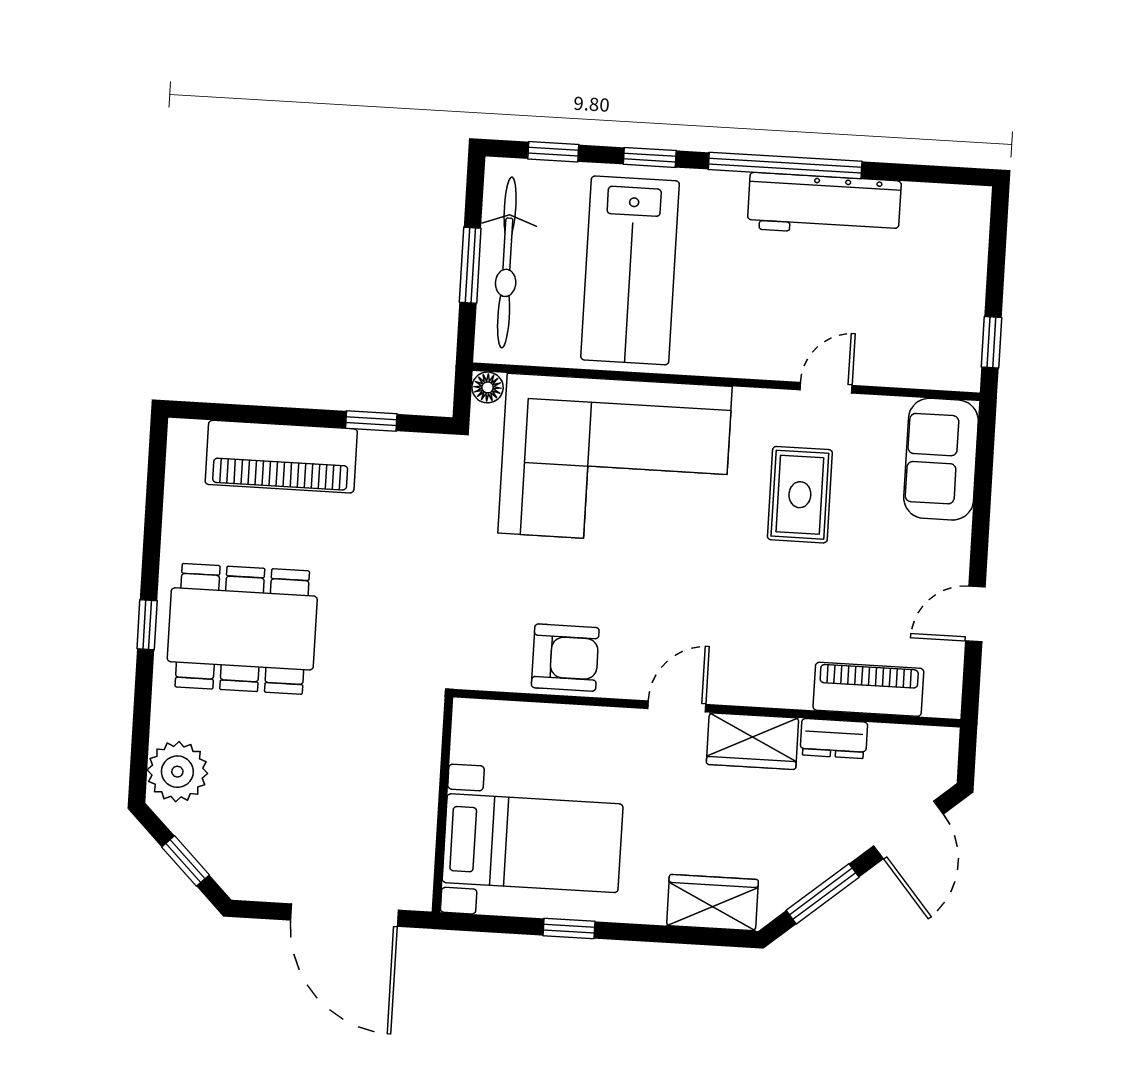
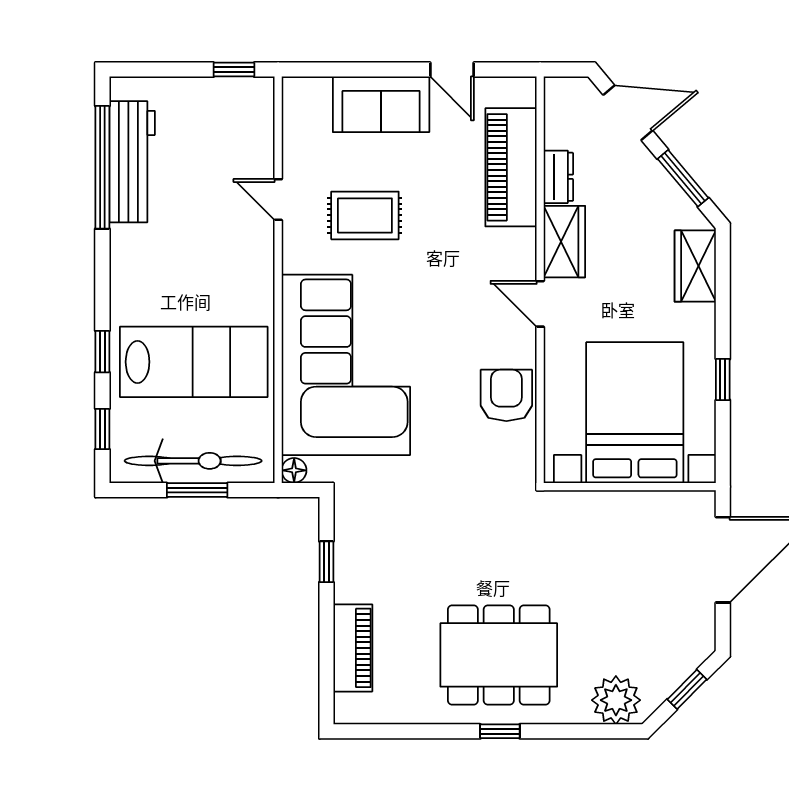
window: (785, 165) -> (102, 167), moved
workbench: (824, 205) -> (132, 162), moved
piano: (281, 457) -> (353, 648), width x0.73, depth x0.75
sofa: (941, 459) -> (381, 104), moved
dining table: (242, 629) -> (499, 655), turned 90
piano: (868, 689) -> (511, 167), width x1.37, depth x1.33
bed with nightstands: (533, 843) -> (635, 413), width x1.36

